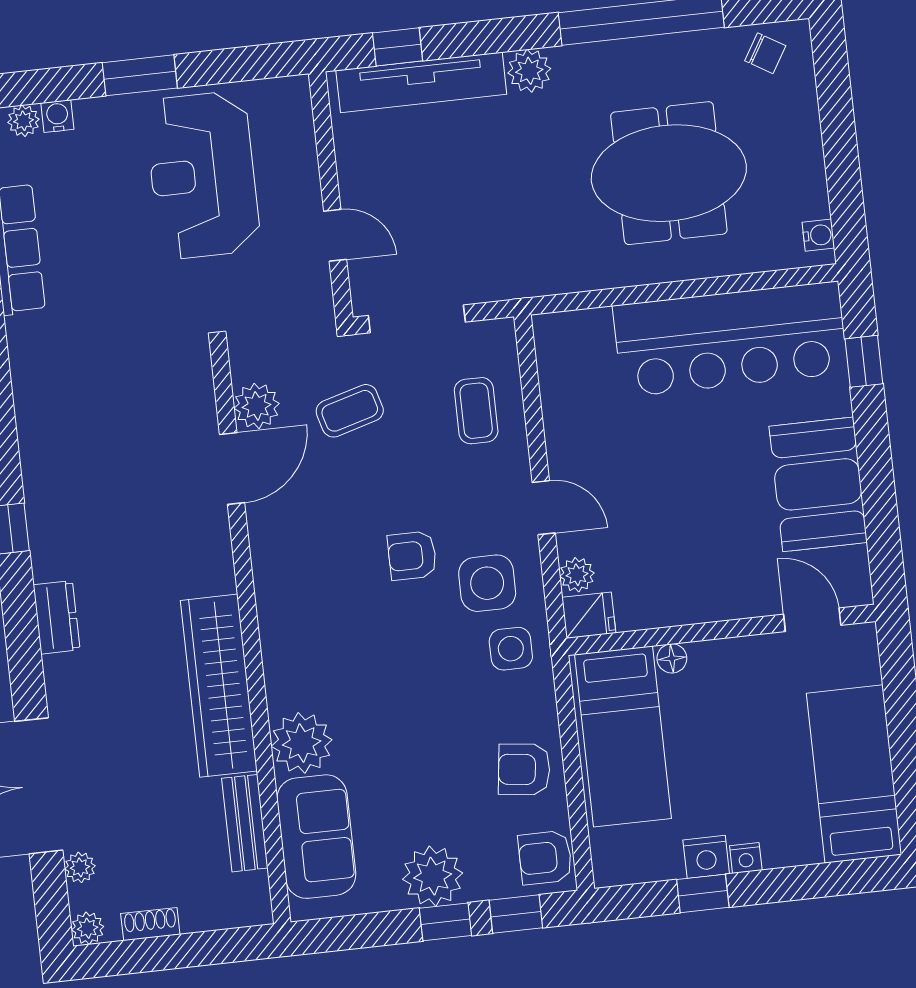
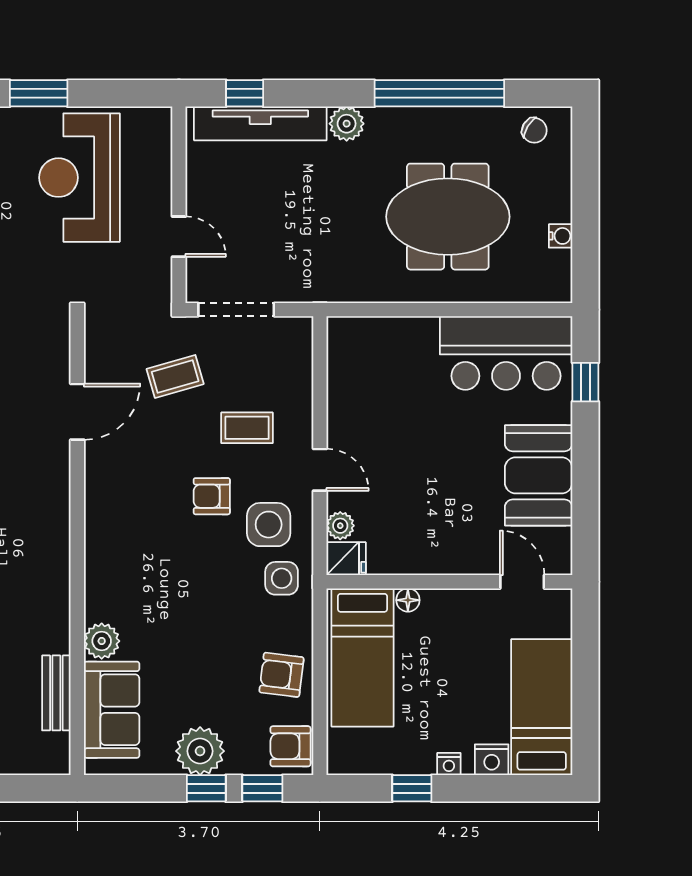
water cooler: (818, 235) -> (561, 236), moved
bar counter: (730, 339) -> (506, 353), width x0.73
plant: (257, 406) -> (102, 364), removed
coffee table: (476, 411) -> (247, 428), moved, turned 90
wardrobe: (219, 686) -> (48, 582), removed
plant: (302, 743) -> (102, 641), width x0.73, depth x0.73
nightstand: (706, 857) -> (492, 760), moved

